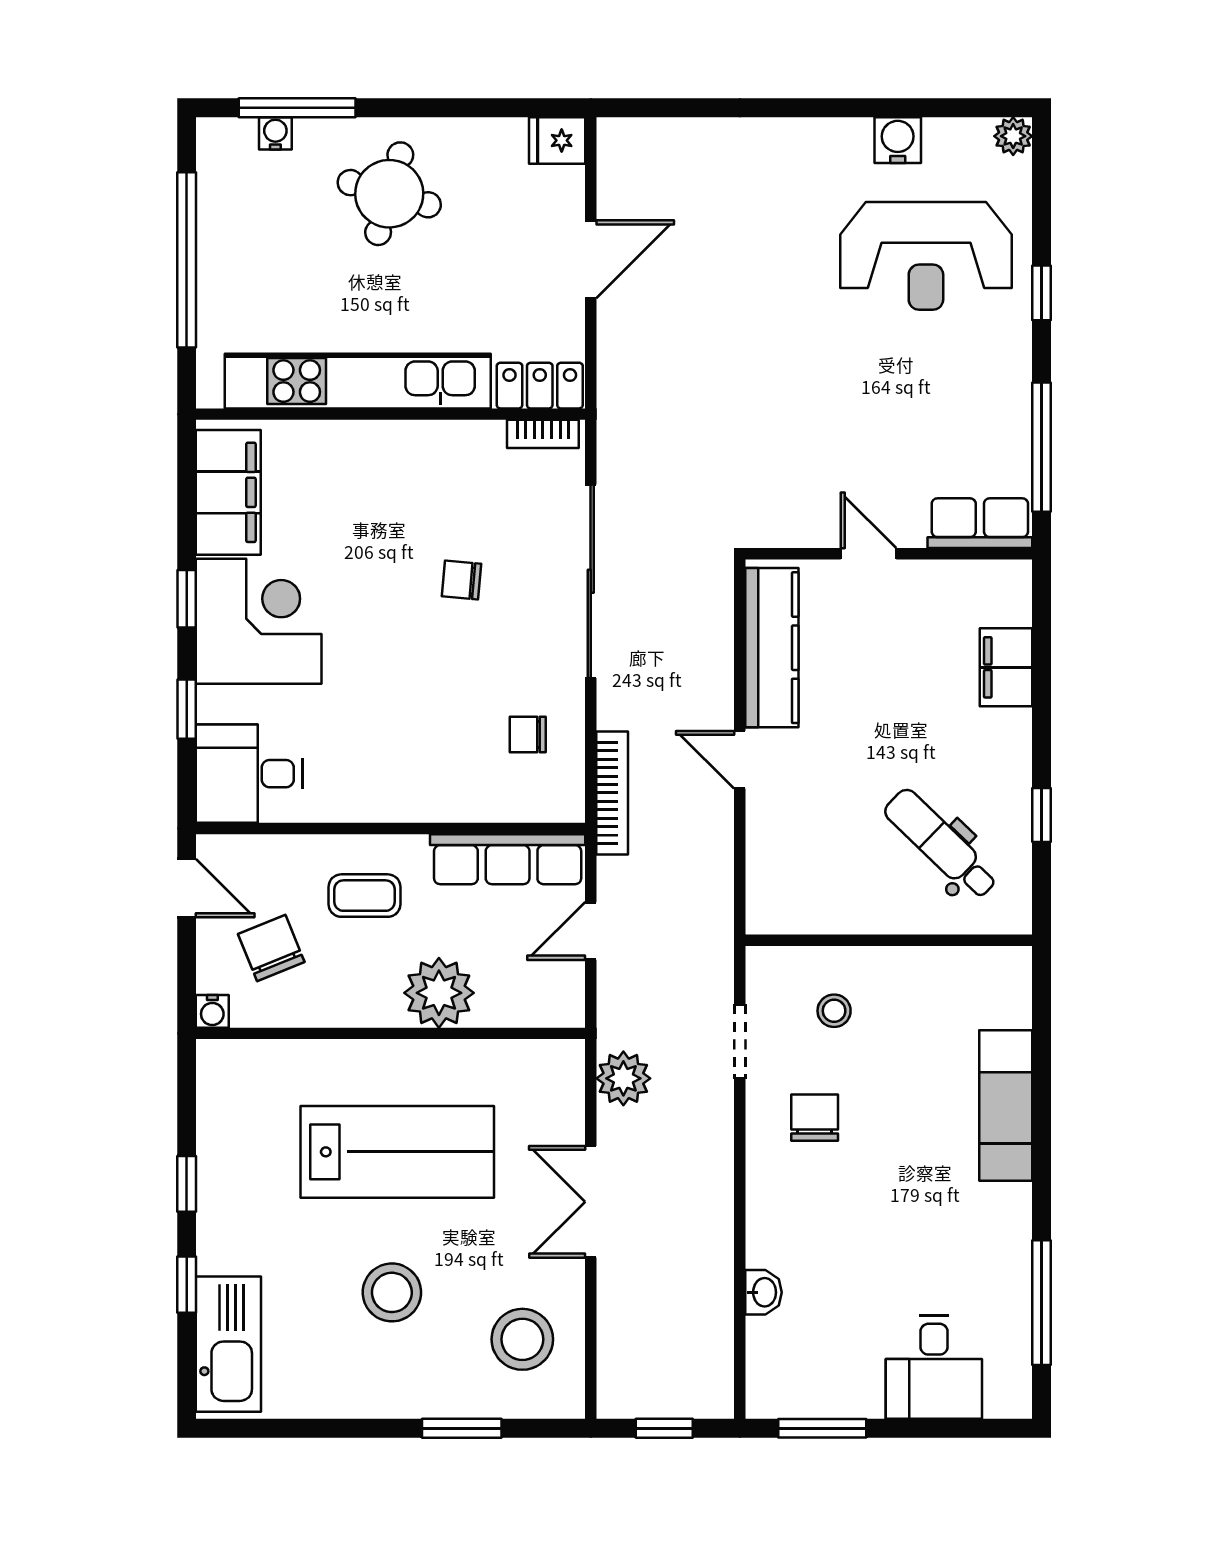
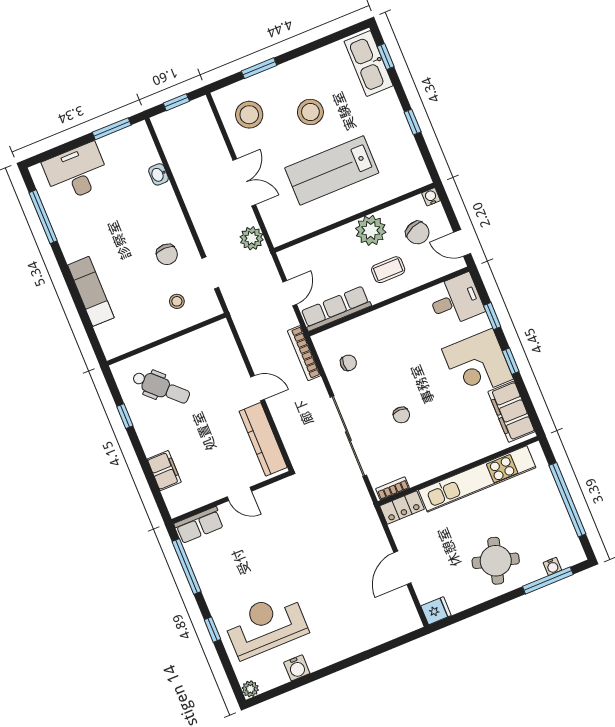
chair: (462, 580) -> (401, 415), turned 85
plant: (439, 993) -> (371, 230), moved
window: (187, 1285) -> (386, 56), moved
desk: (934, 1367) -> (76, 172), width x1.37

